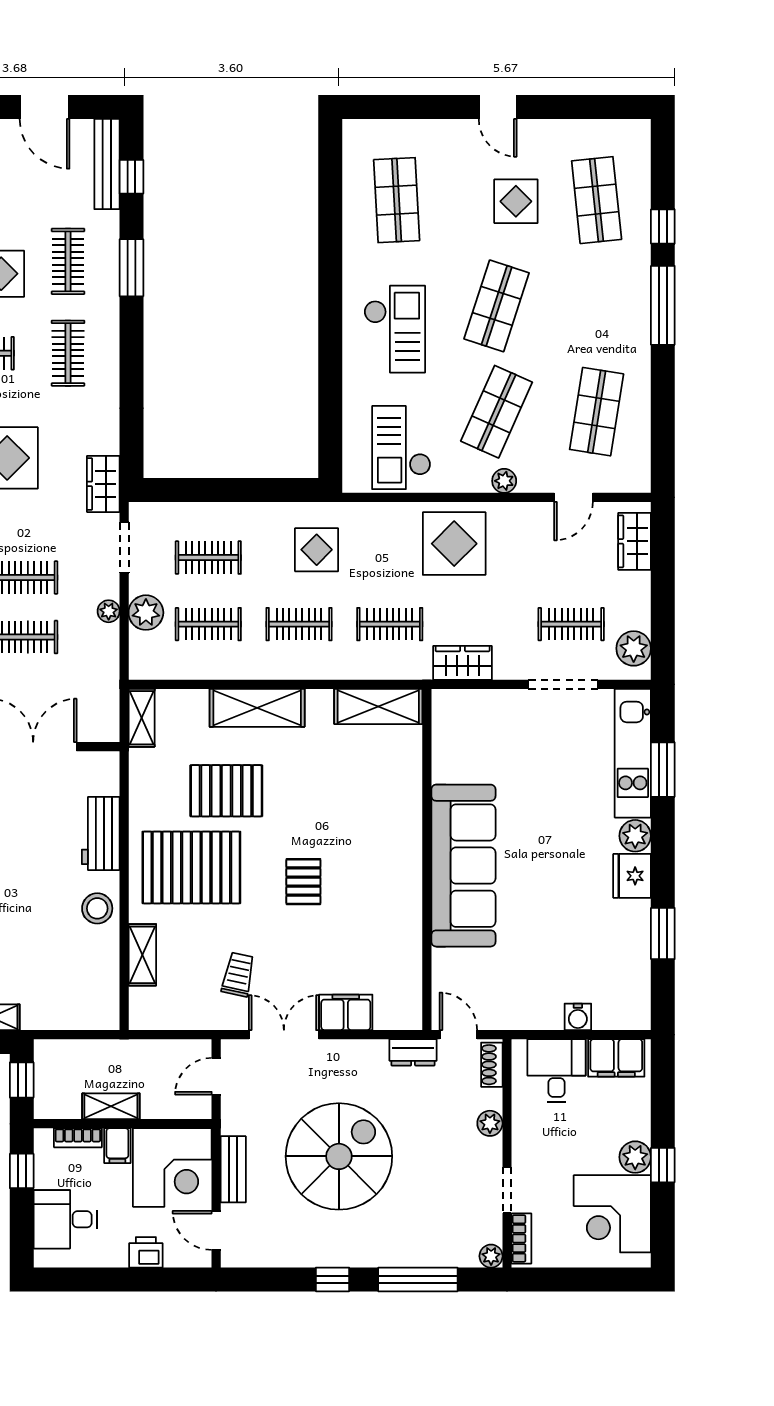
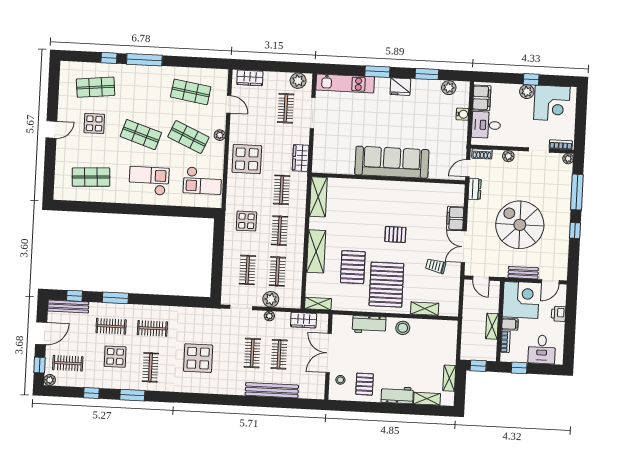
wardrobe: (103, 484) -> (304, 320), moved
window: (663, 770) -> (377, 72), moved
plant: (635, 836) -> (449, 88), moved

